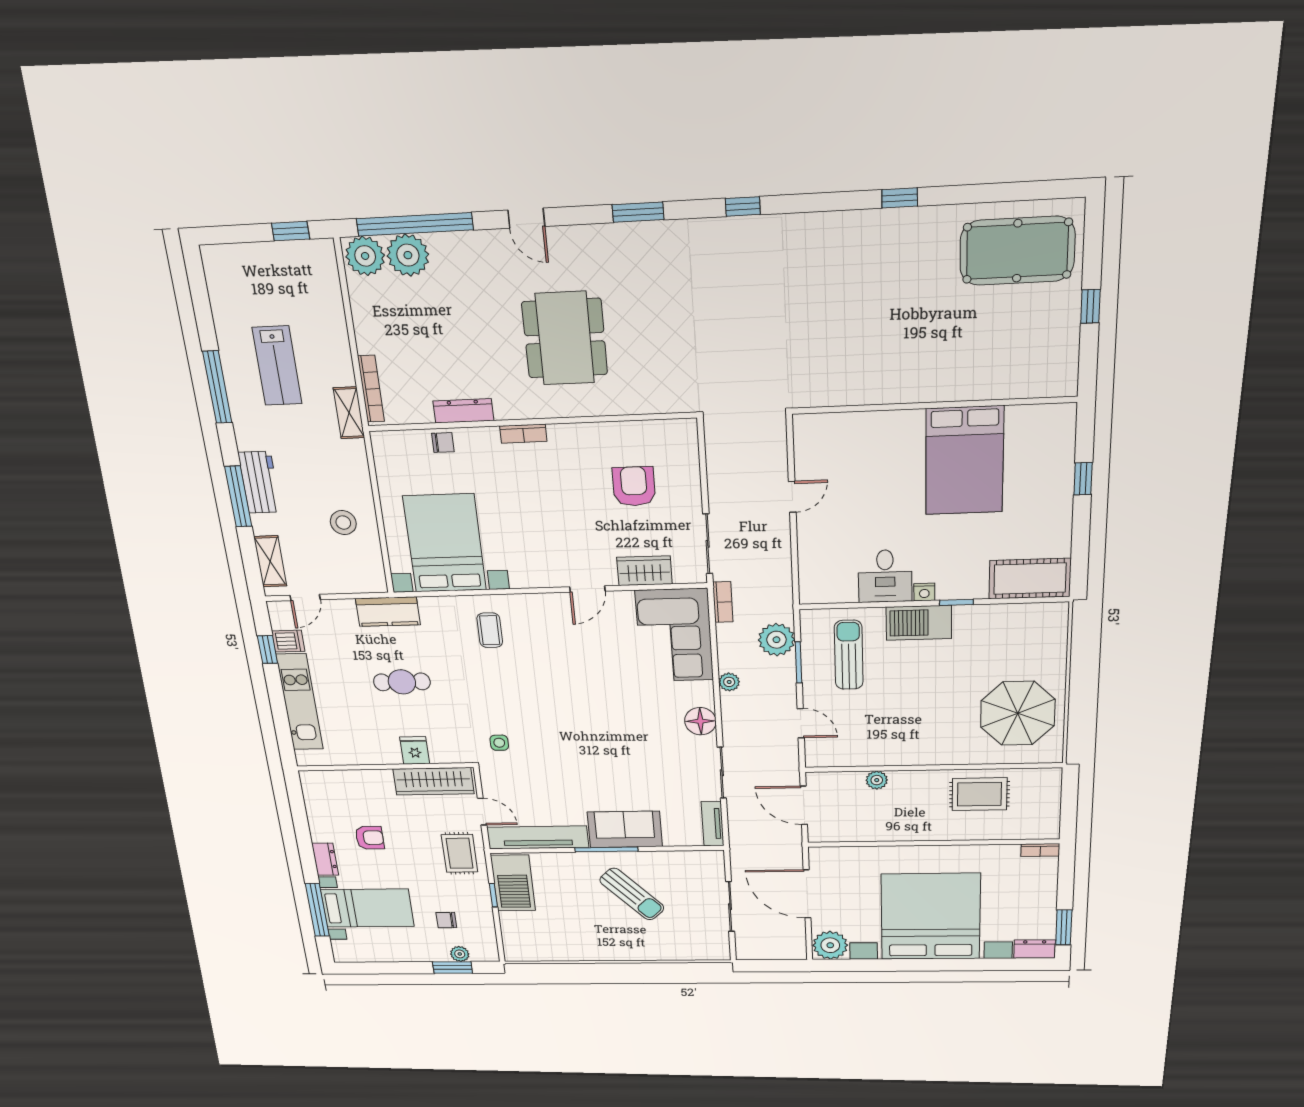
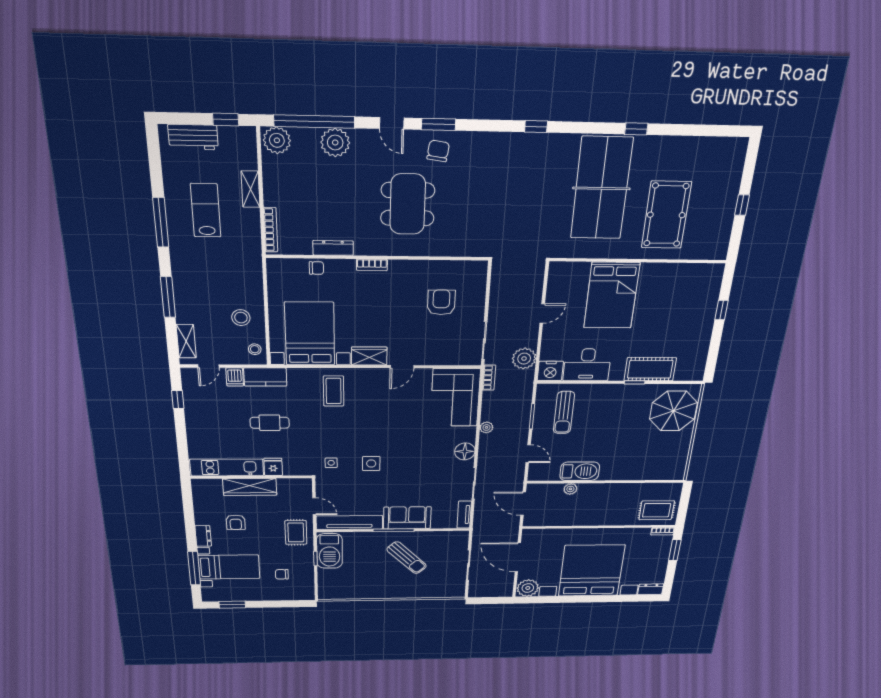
window: (638, 212) -> (438, 124), moved
pool table: (1017, 251) -> (666, 215), moved, turned 90
plant: (408, 255) -> (335, 143), moved
chair: (600, 255) -> (438, 151), added
table tennis table: (858, 295) -> (601, 188), added
lab bench: (277, 366) -> (206, 210), turned 180
shelving: (349, 413) -> (250, 189), moved
bed: (964, 461) -> (612, 295), moved
workbench: (260, 482) -> (193, 137), moved, turned 90
stool: (368, 570) -> (255, 349), added
wardrobe: (645, 571) -> (369, 356), moved
desk: (885, 576) -> (587, 365), width x1.37
cot: (1030, 579) -> (650, 369), moved
nightstand: (924, 592) -> (550, 371), moved, width x1.89, depth x1.79
barbecue: (919, 623) -> (580, 471), moved, turned 180
coffee table: (490, 630) -> (334, 391), width x1.36, depth x1.30
plant: (776, 640) -> (524, 359), moved
dishwasher: (288, 641) -> (235, 377), moved, turned 90
sun lounger: (849, 655) -> (564, 413), turned 180
kitchen unit: (300, 702) -> (227, 467), moved, turned -90
parasol: (1018, 713) -> (673, 411), moved
side table: (559, 743) -> (371, 464), added
wardrobe: (433, 781) -> (250, 487), moved
rug: (979, 794) -> (657, 510), moved
armchair: (370, 838) -> (236, 522), turned 90
window: (1064, 927) -> (675, 550), moved
plant: (460, 954) -> (288, 595), removed
window: (452, 967) -> (232, 605), moved

